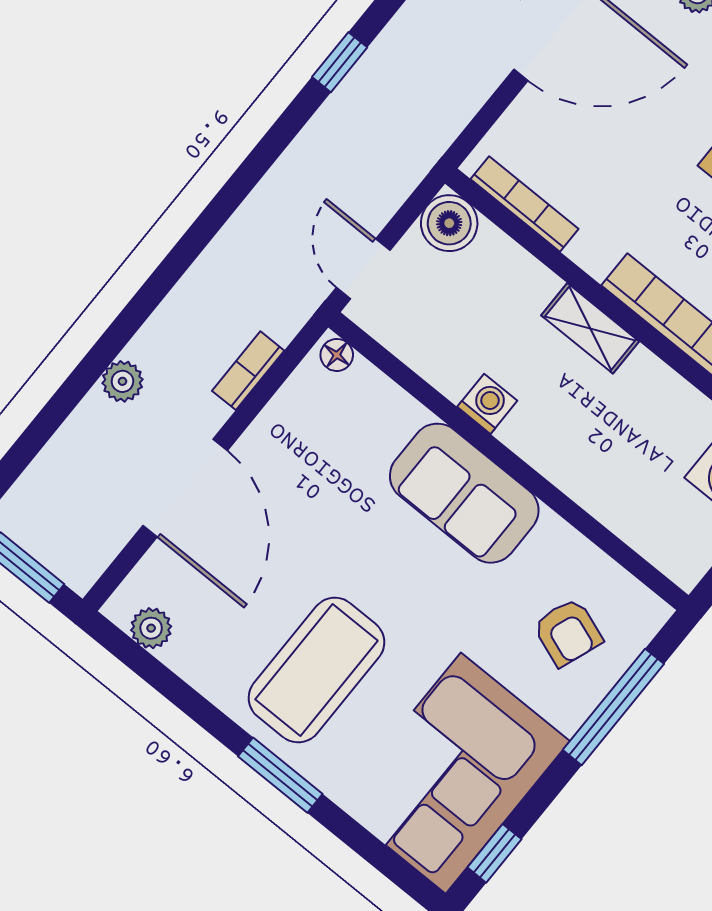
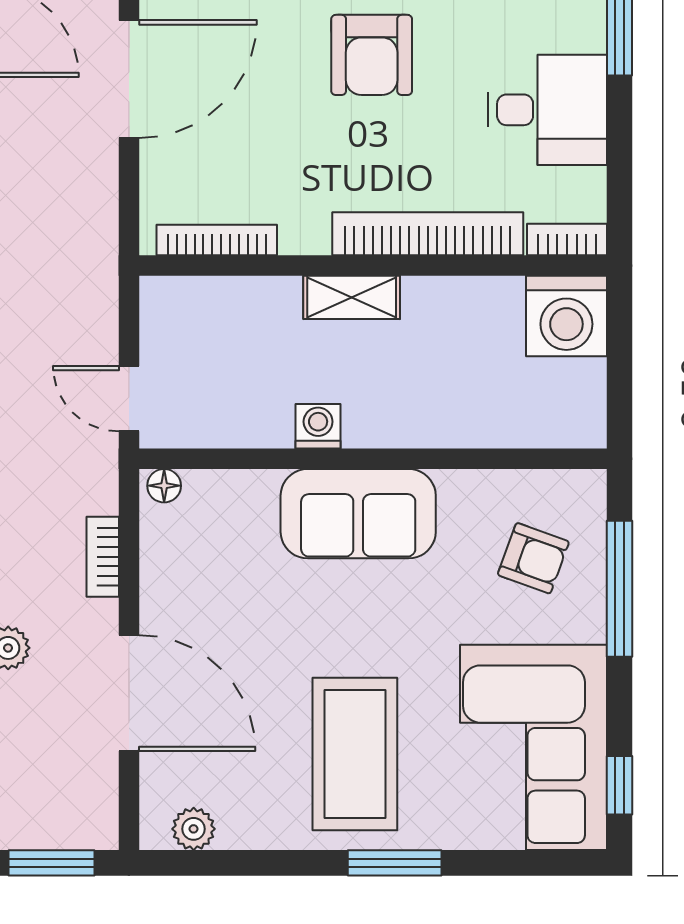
boiler: (449, 223) -> (168, 305), removed

